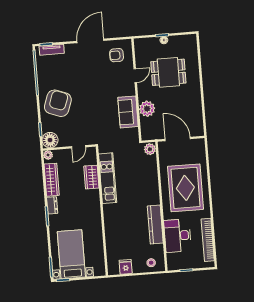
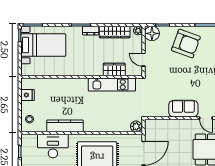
plant: (147, 109) -> (174, 127), removed
sofa: (128, 112) -> (183, 109), moved

